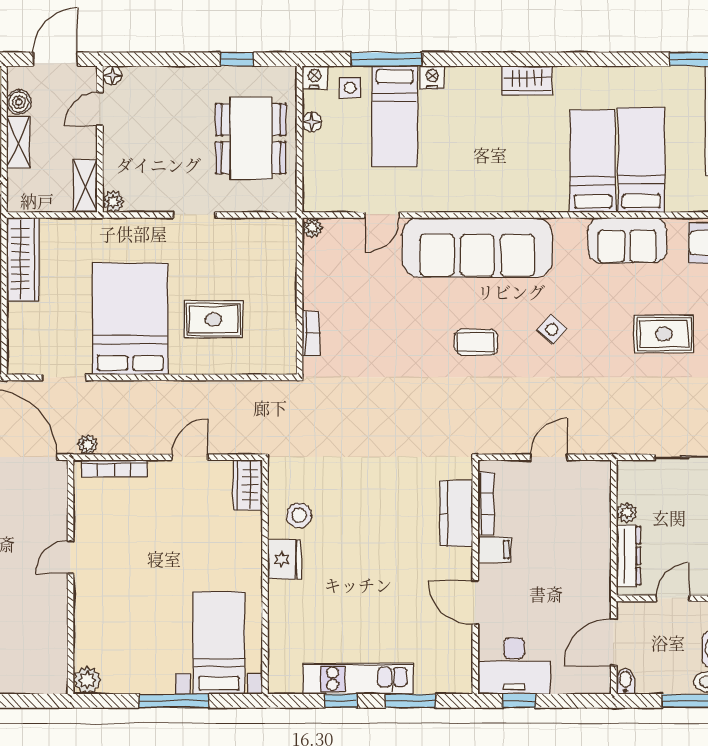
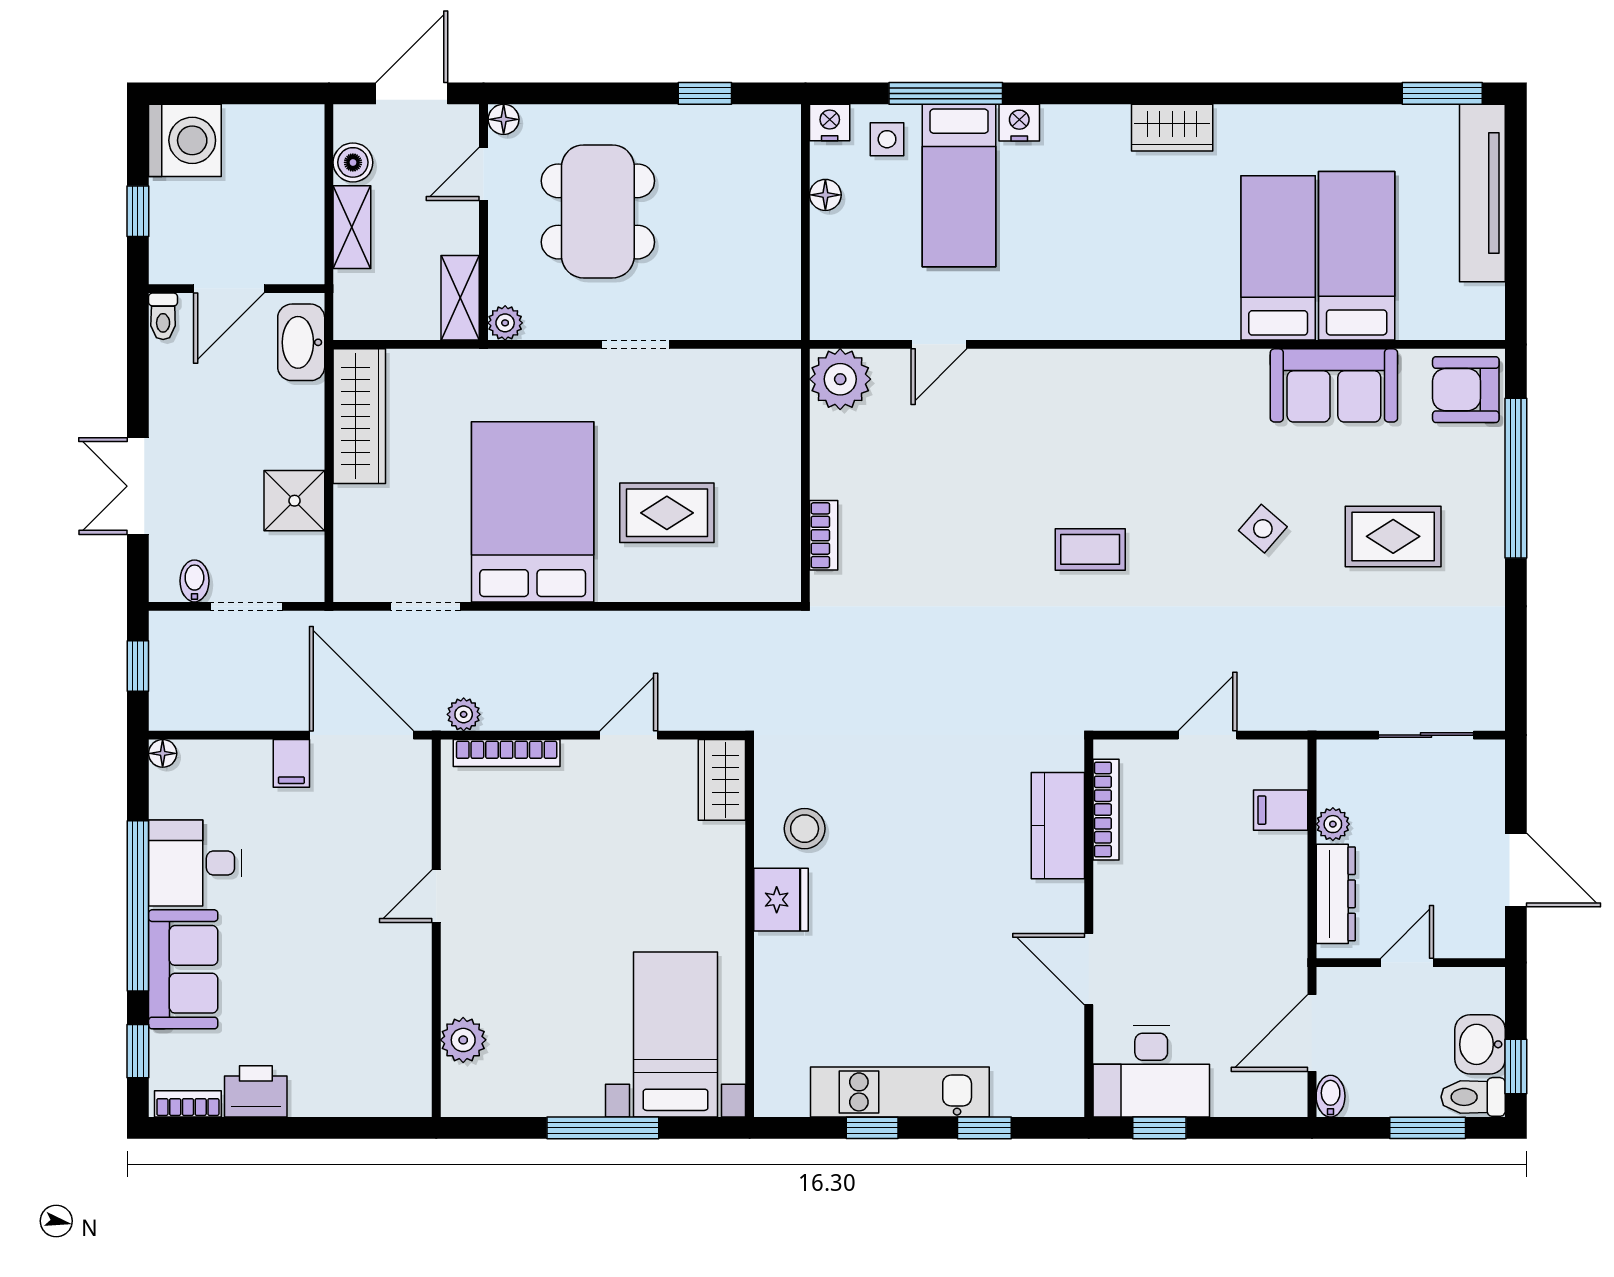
dining table: (251, 139) -> (598, 211), moved
plant: (312, 228) -> (840, 379), width x1.88, depth x1.88
sofa: (477, 248) -> (1092, 397), removed
side table: (552, 329) -> (1263, 529), moved
filing cabinet: (495, 549) -> (1281, 810), moved, turned 180
plant: (87, 680) -> (463, 1040), moved
window: (411, 701) -> (984, 1128), width x0.67

